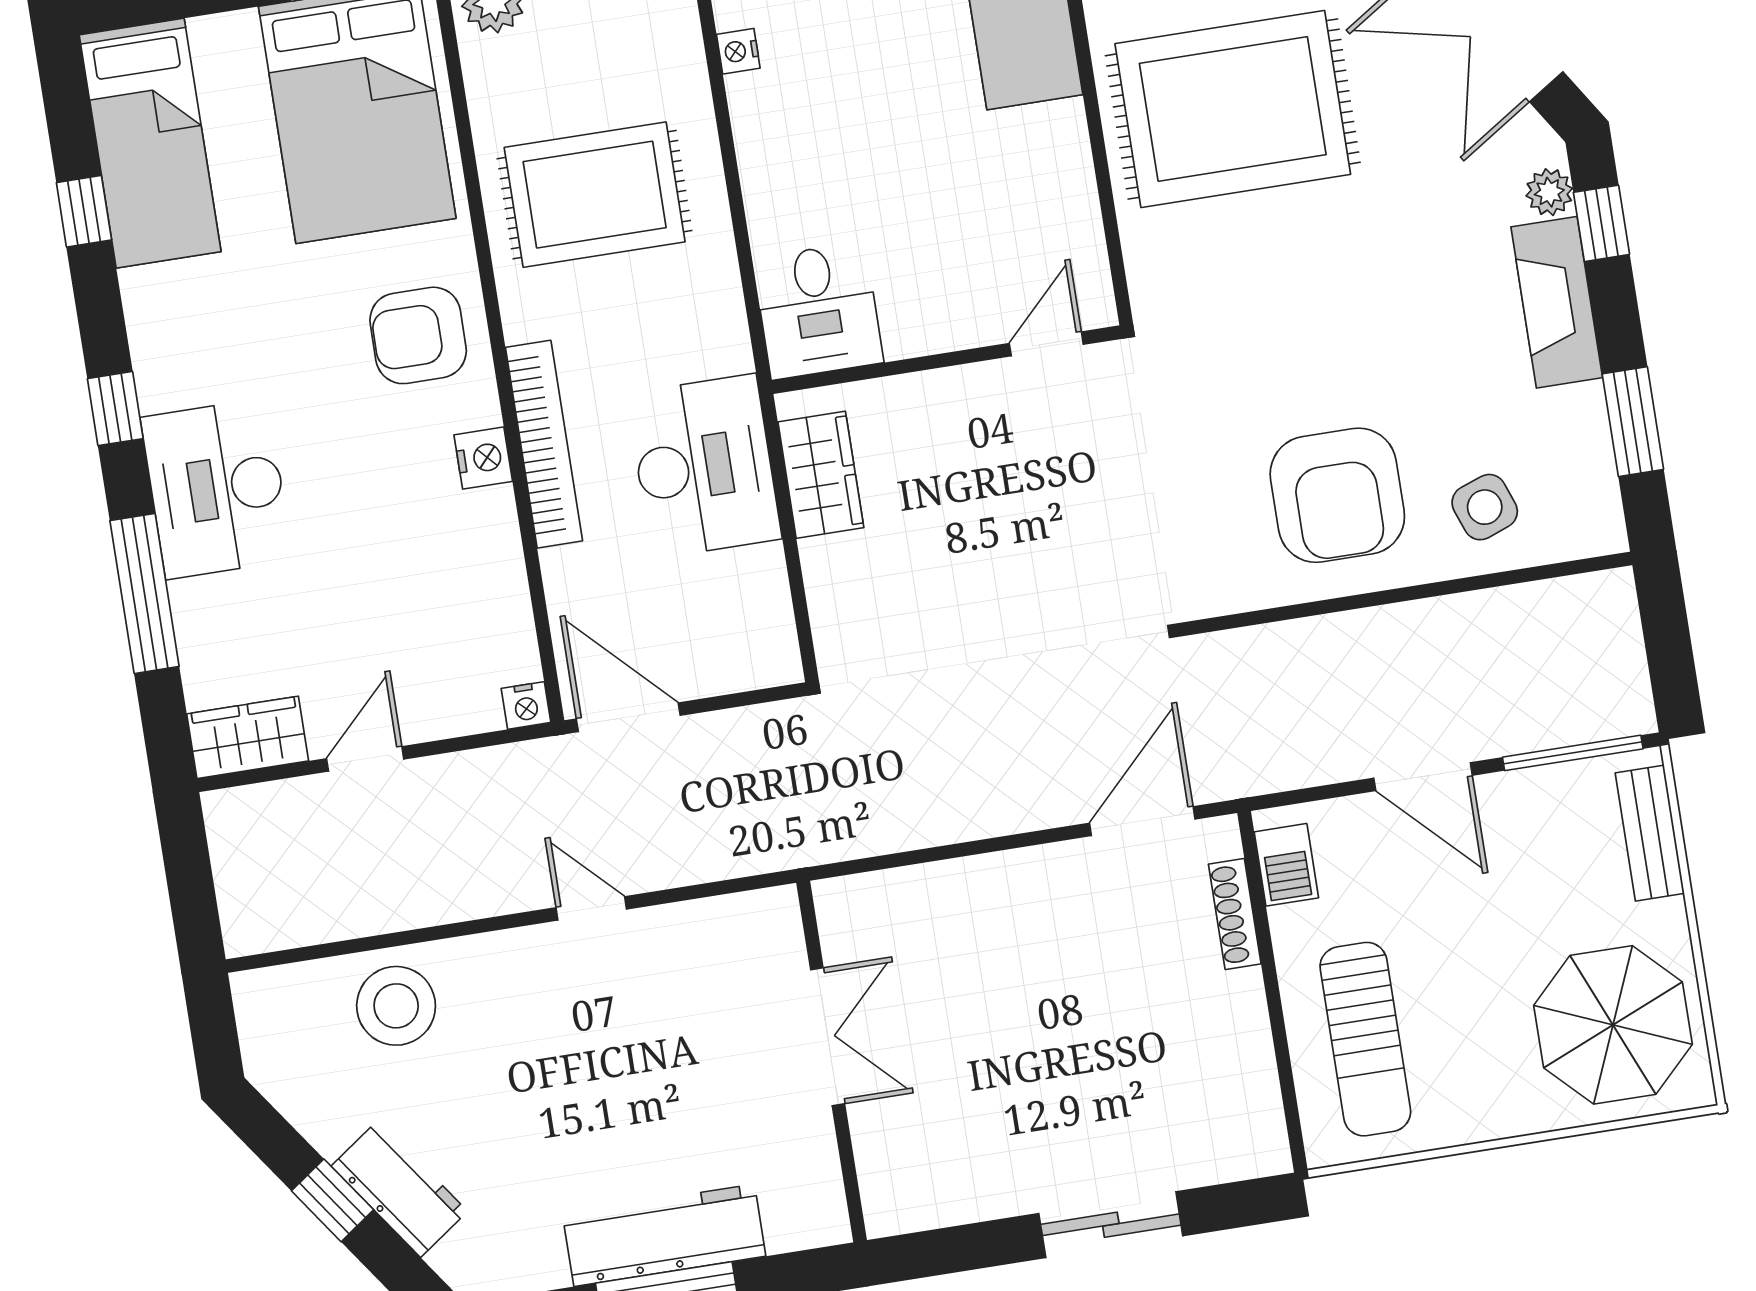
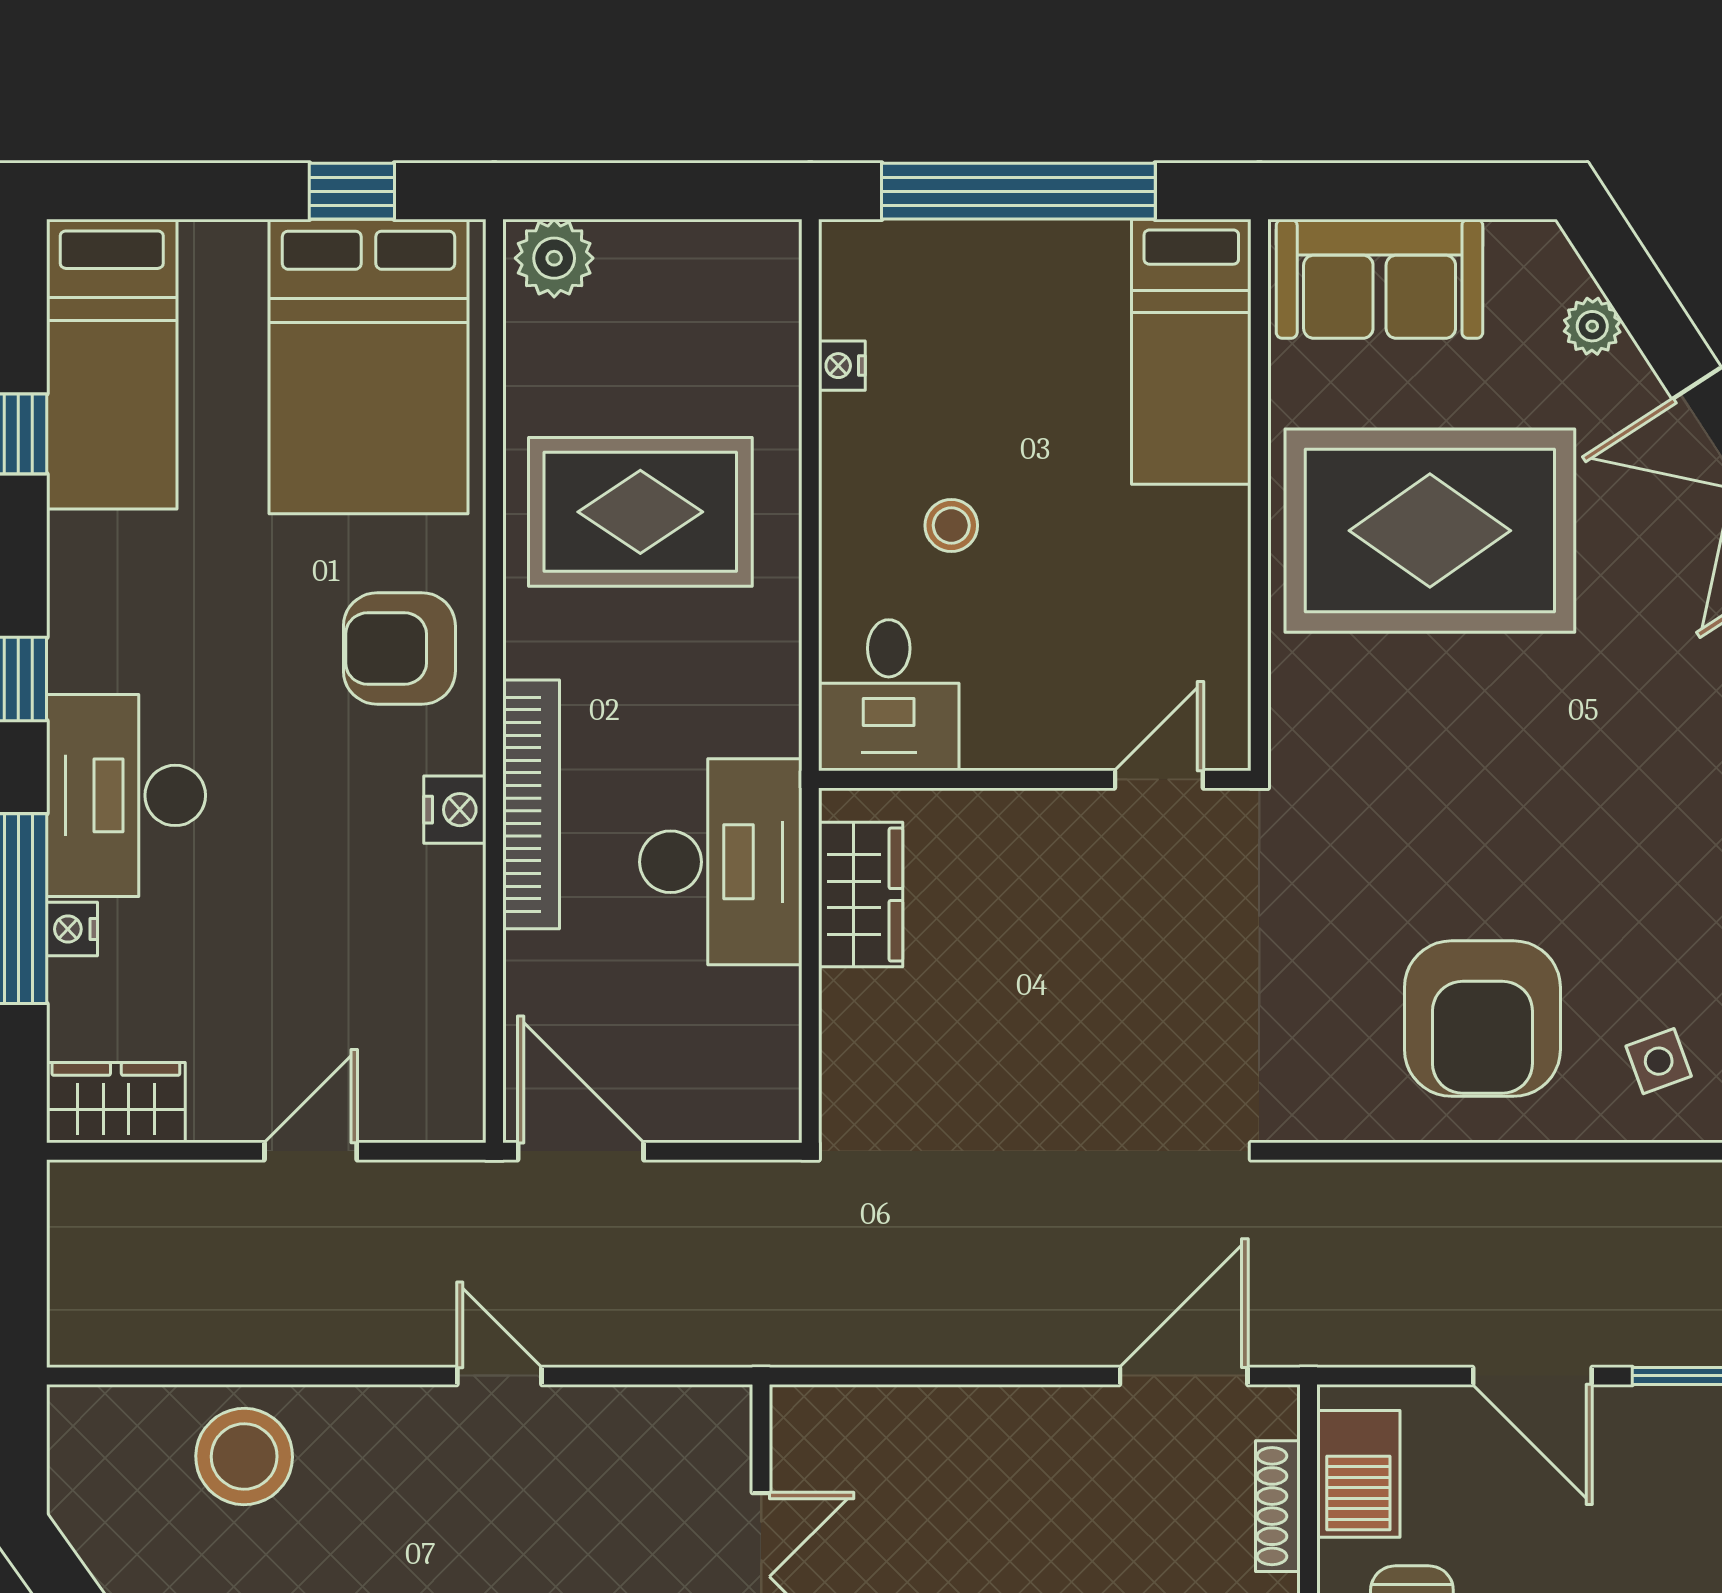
stool: (847, 166) -> (951, 525), added
side table: (1485, 507) -> (1659, 1061), width x0.73, depth x0.73
nightstand: (526, 705) -> (72, 929), moved, turned 90
door: (365, 759) -> (311, 1151), moved
barbecue: (1286, 865) -> (1358, 1474), width x1.38, depth x1.27

